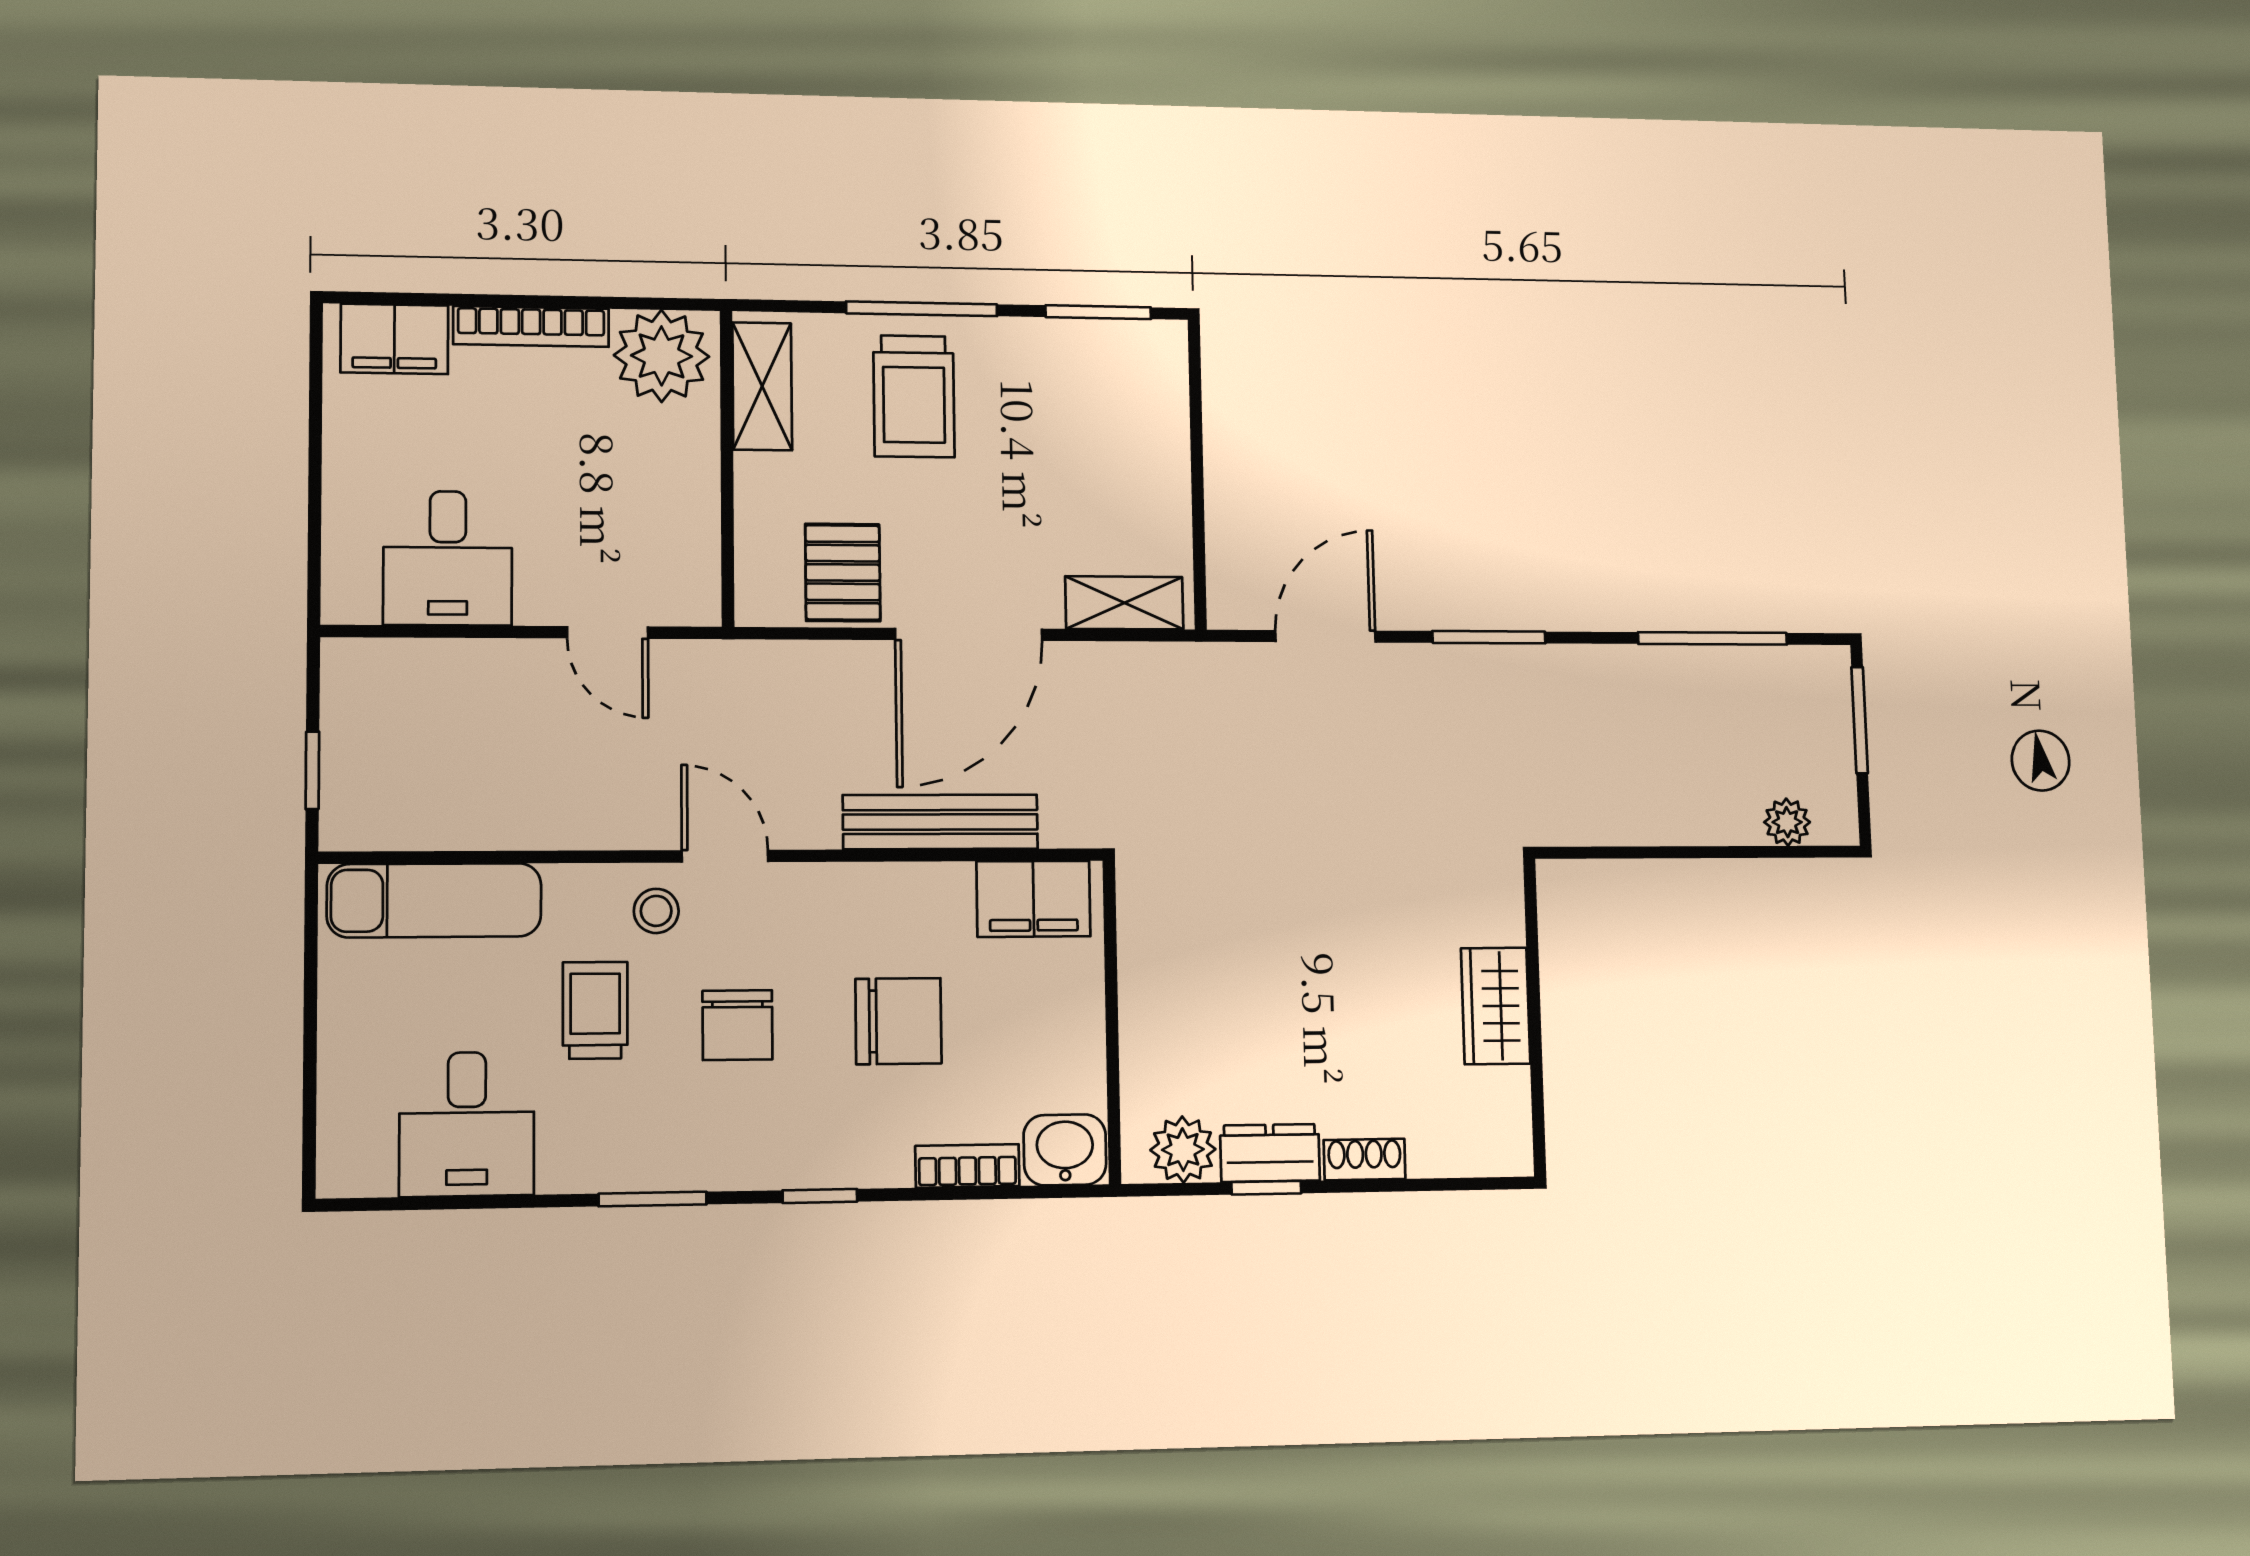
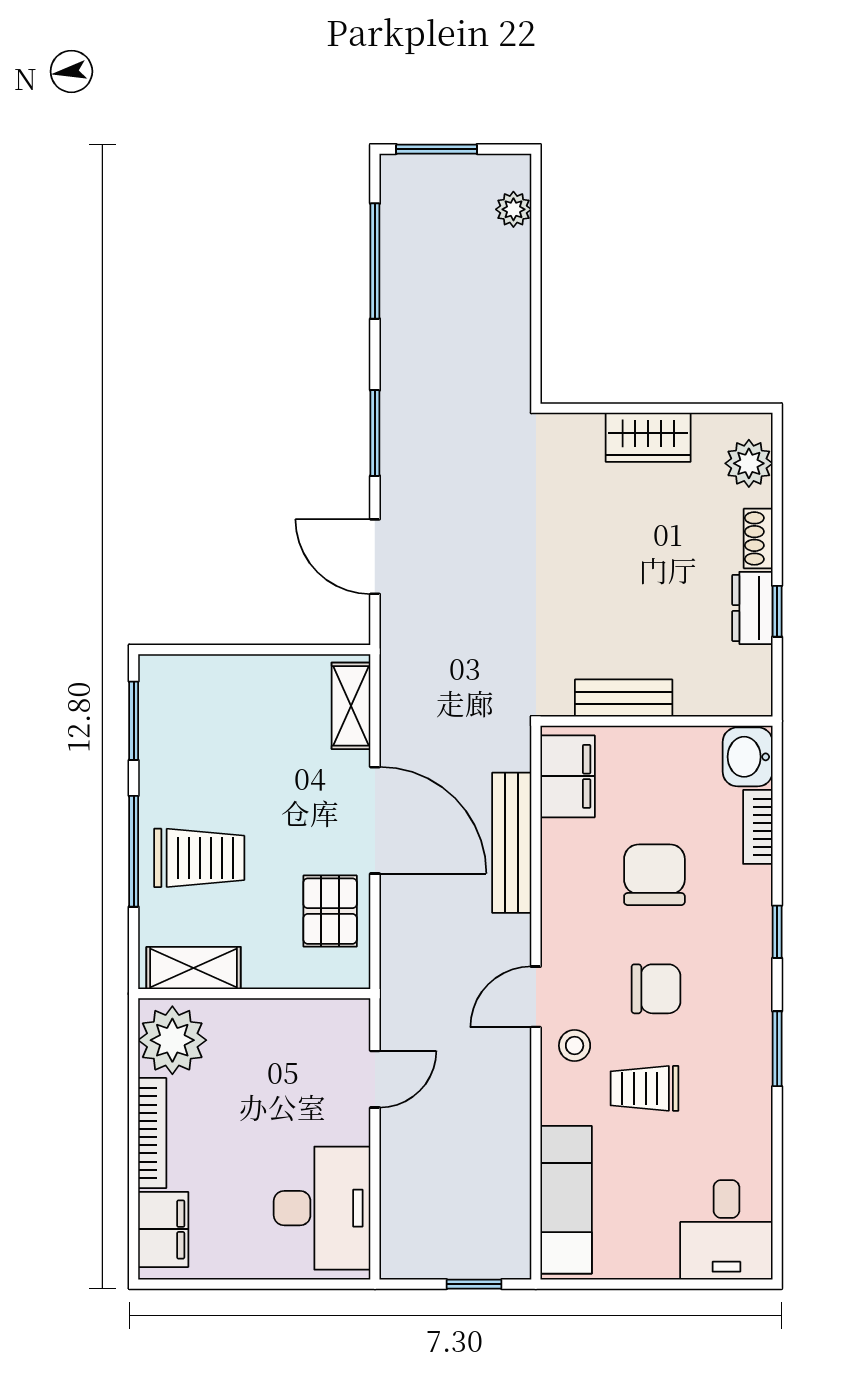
desk: (448, 558) -> (322, 1208), width x1.37
pallet: (843, 572) -> (330, 911), turned 90
bench: (1143, 976) -> (624, 698), added
desk: (467, 1124) -> (726, 1230), moved, turned 90
plant: (1183, 1150) -> (749, 463), moved

